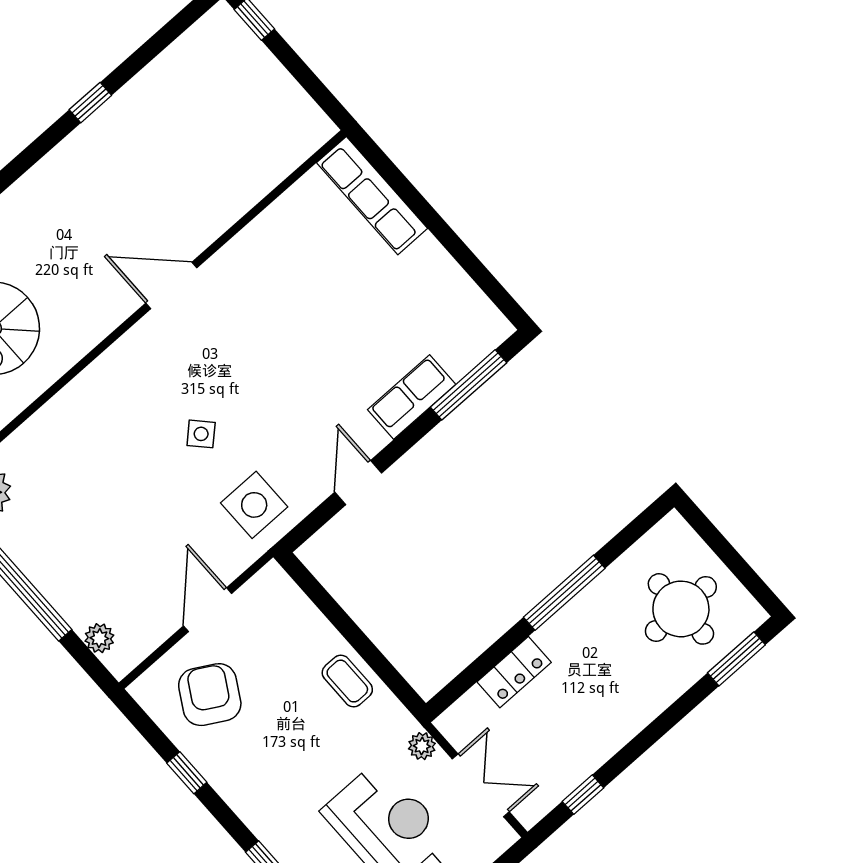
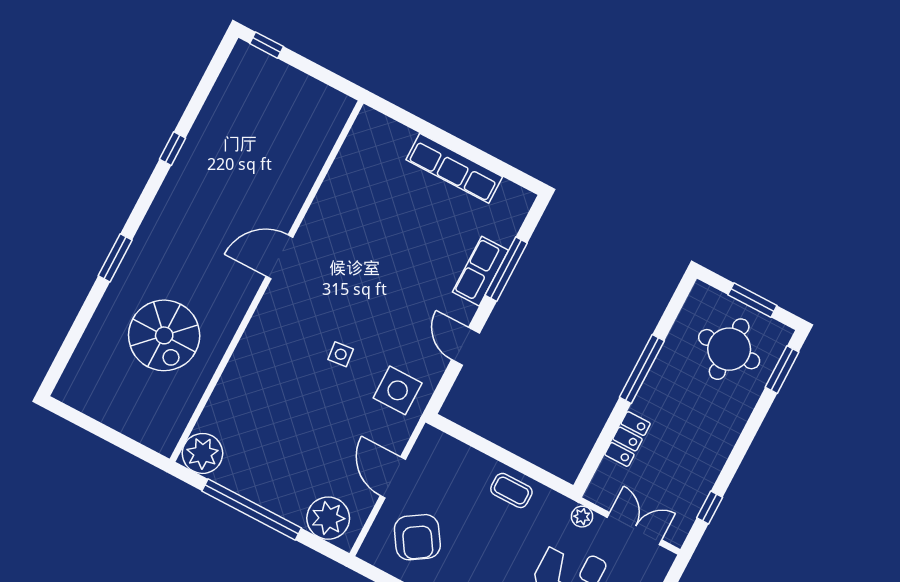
row of seats: (372, 196) -> (454, 168), moved
window: (469, 385) -> (506, 269), moved
side table: (201, 434) -> (341, 354), turned 37
window: (732, 560) -> (752, 300), added
plant: (99, 638) -> (328, 518), width x1.88, depth x1.88
armchair: (210, 695) -> (417, 537), turned -153

